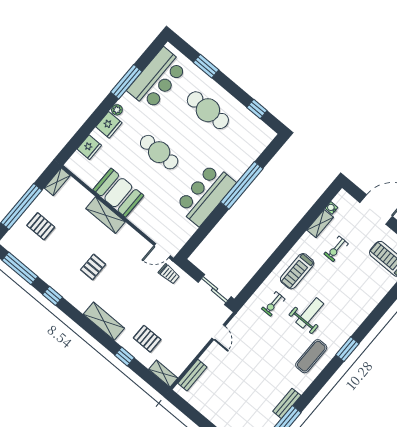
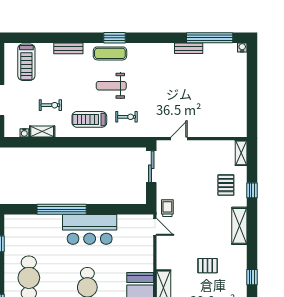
treadmill: (297, 271) -> (89, 119), turned 180
exercise mat: (311, 356) -> (110, 53), moved
bench: (192, 375) -> (68, 48), moved

